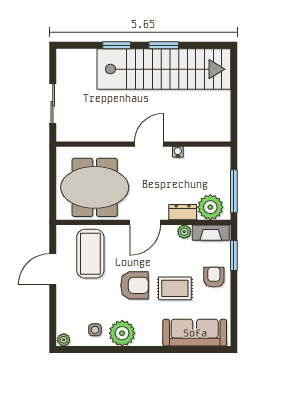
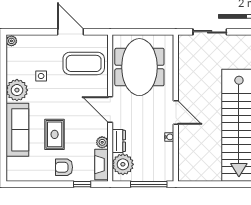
window: (234, 191) -> (149, 184), moved
window: (234, 255) -> (82, 184), width x0.67
armchair: (214, 277) -> (64, 167), turned 180
armchair: (135, 285) -> (57, 101), removed
side table: (95, 330) -> (41, 76), moved
sofa: (195, 333) -> (17, 130), moved

